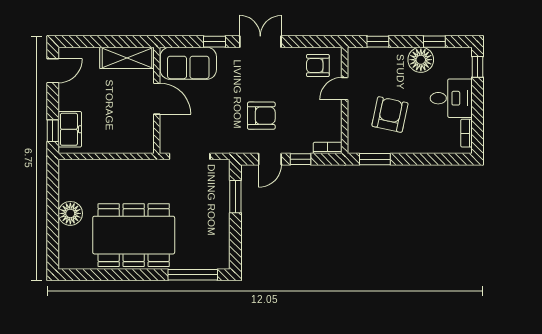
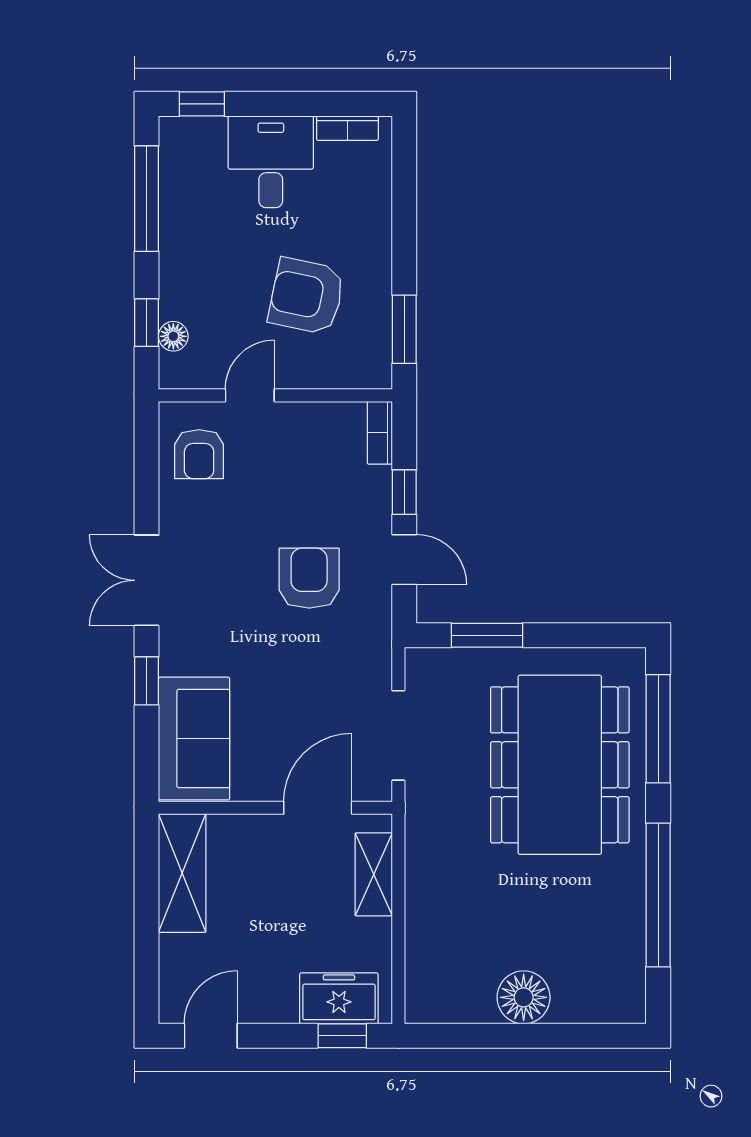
window: (434, 42) -> (147, 199), width x2.17
floor lamp: (421, 60) -> (173, 336), moved, width x0.53, depth x0.53
door: (53, 71) -> (211, 1036), hinge flipped
door: (345, 89) -> (250, 395), swing flipped
door: (157, 99) -> (318, 808), moved
shelving: (126, 145) -> (374, 874), added
dining table: (134, 235) -> (560, 765), moved
window: (117, 275) -> (658, 895), added

